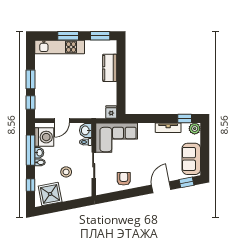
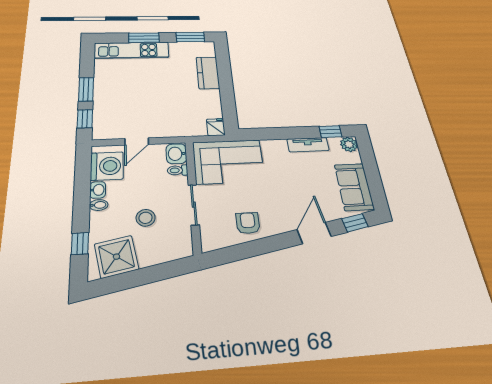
window: (31, 150) -> (82, 187), removed

